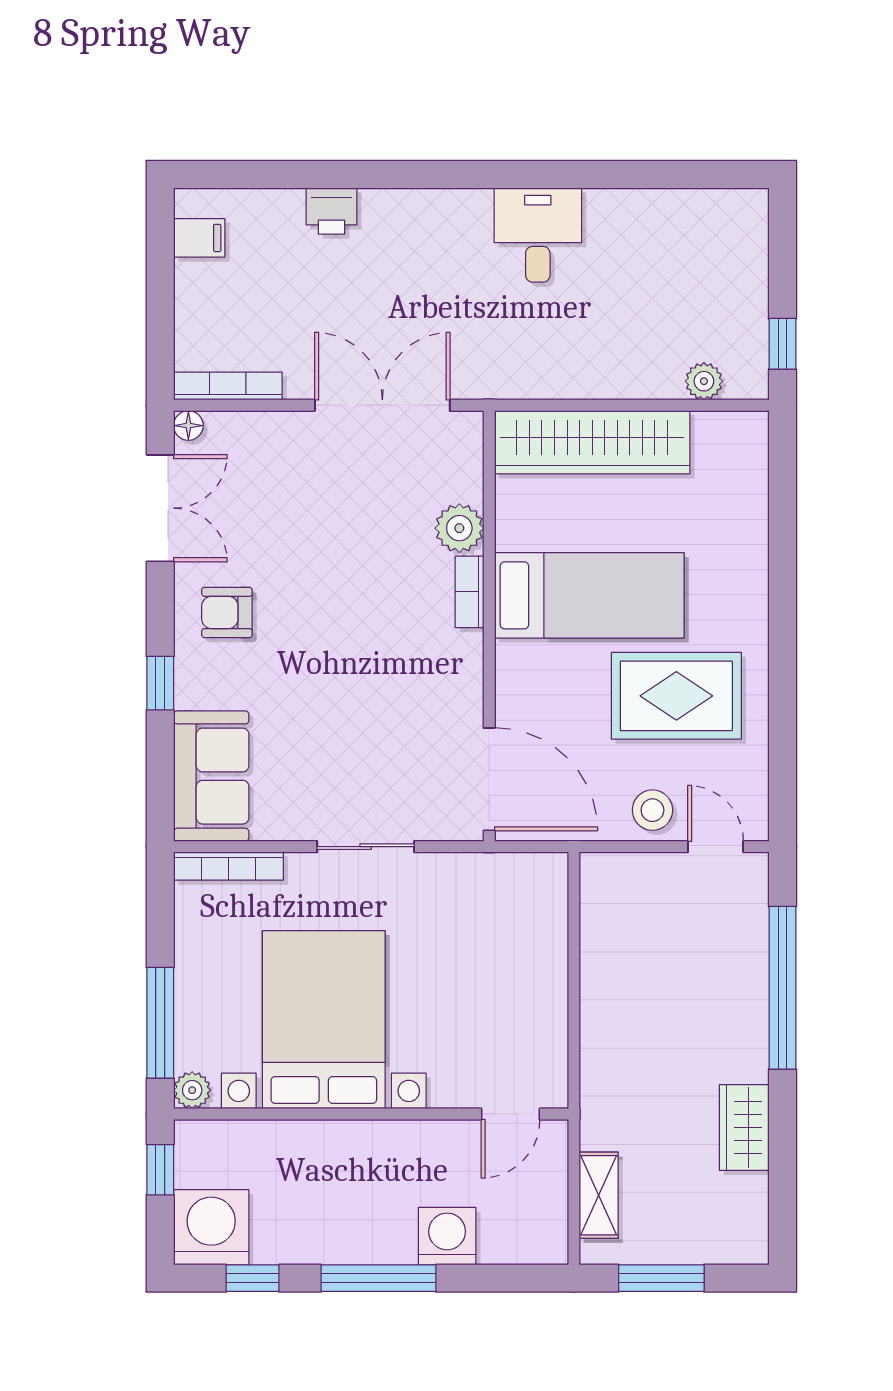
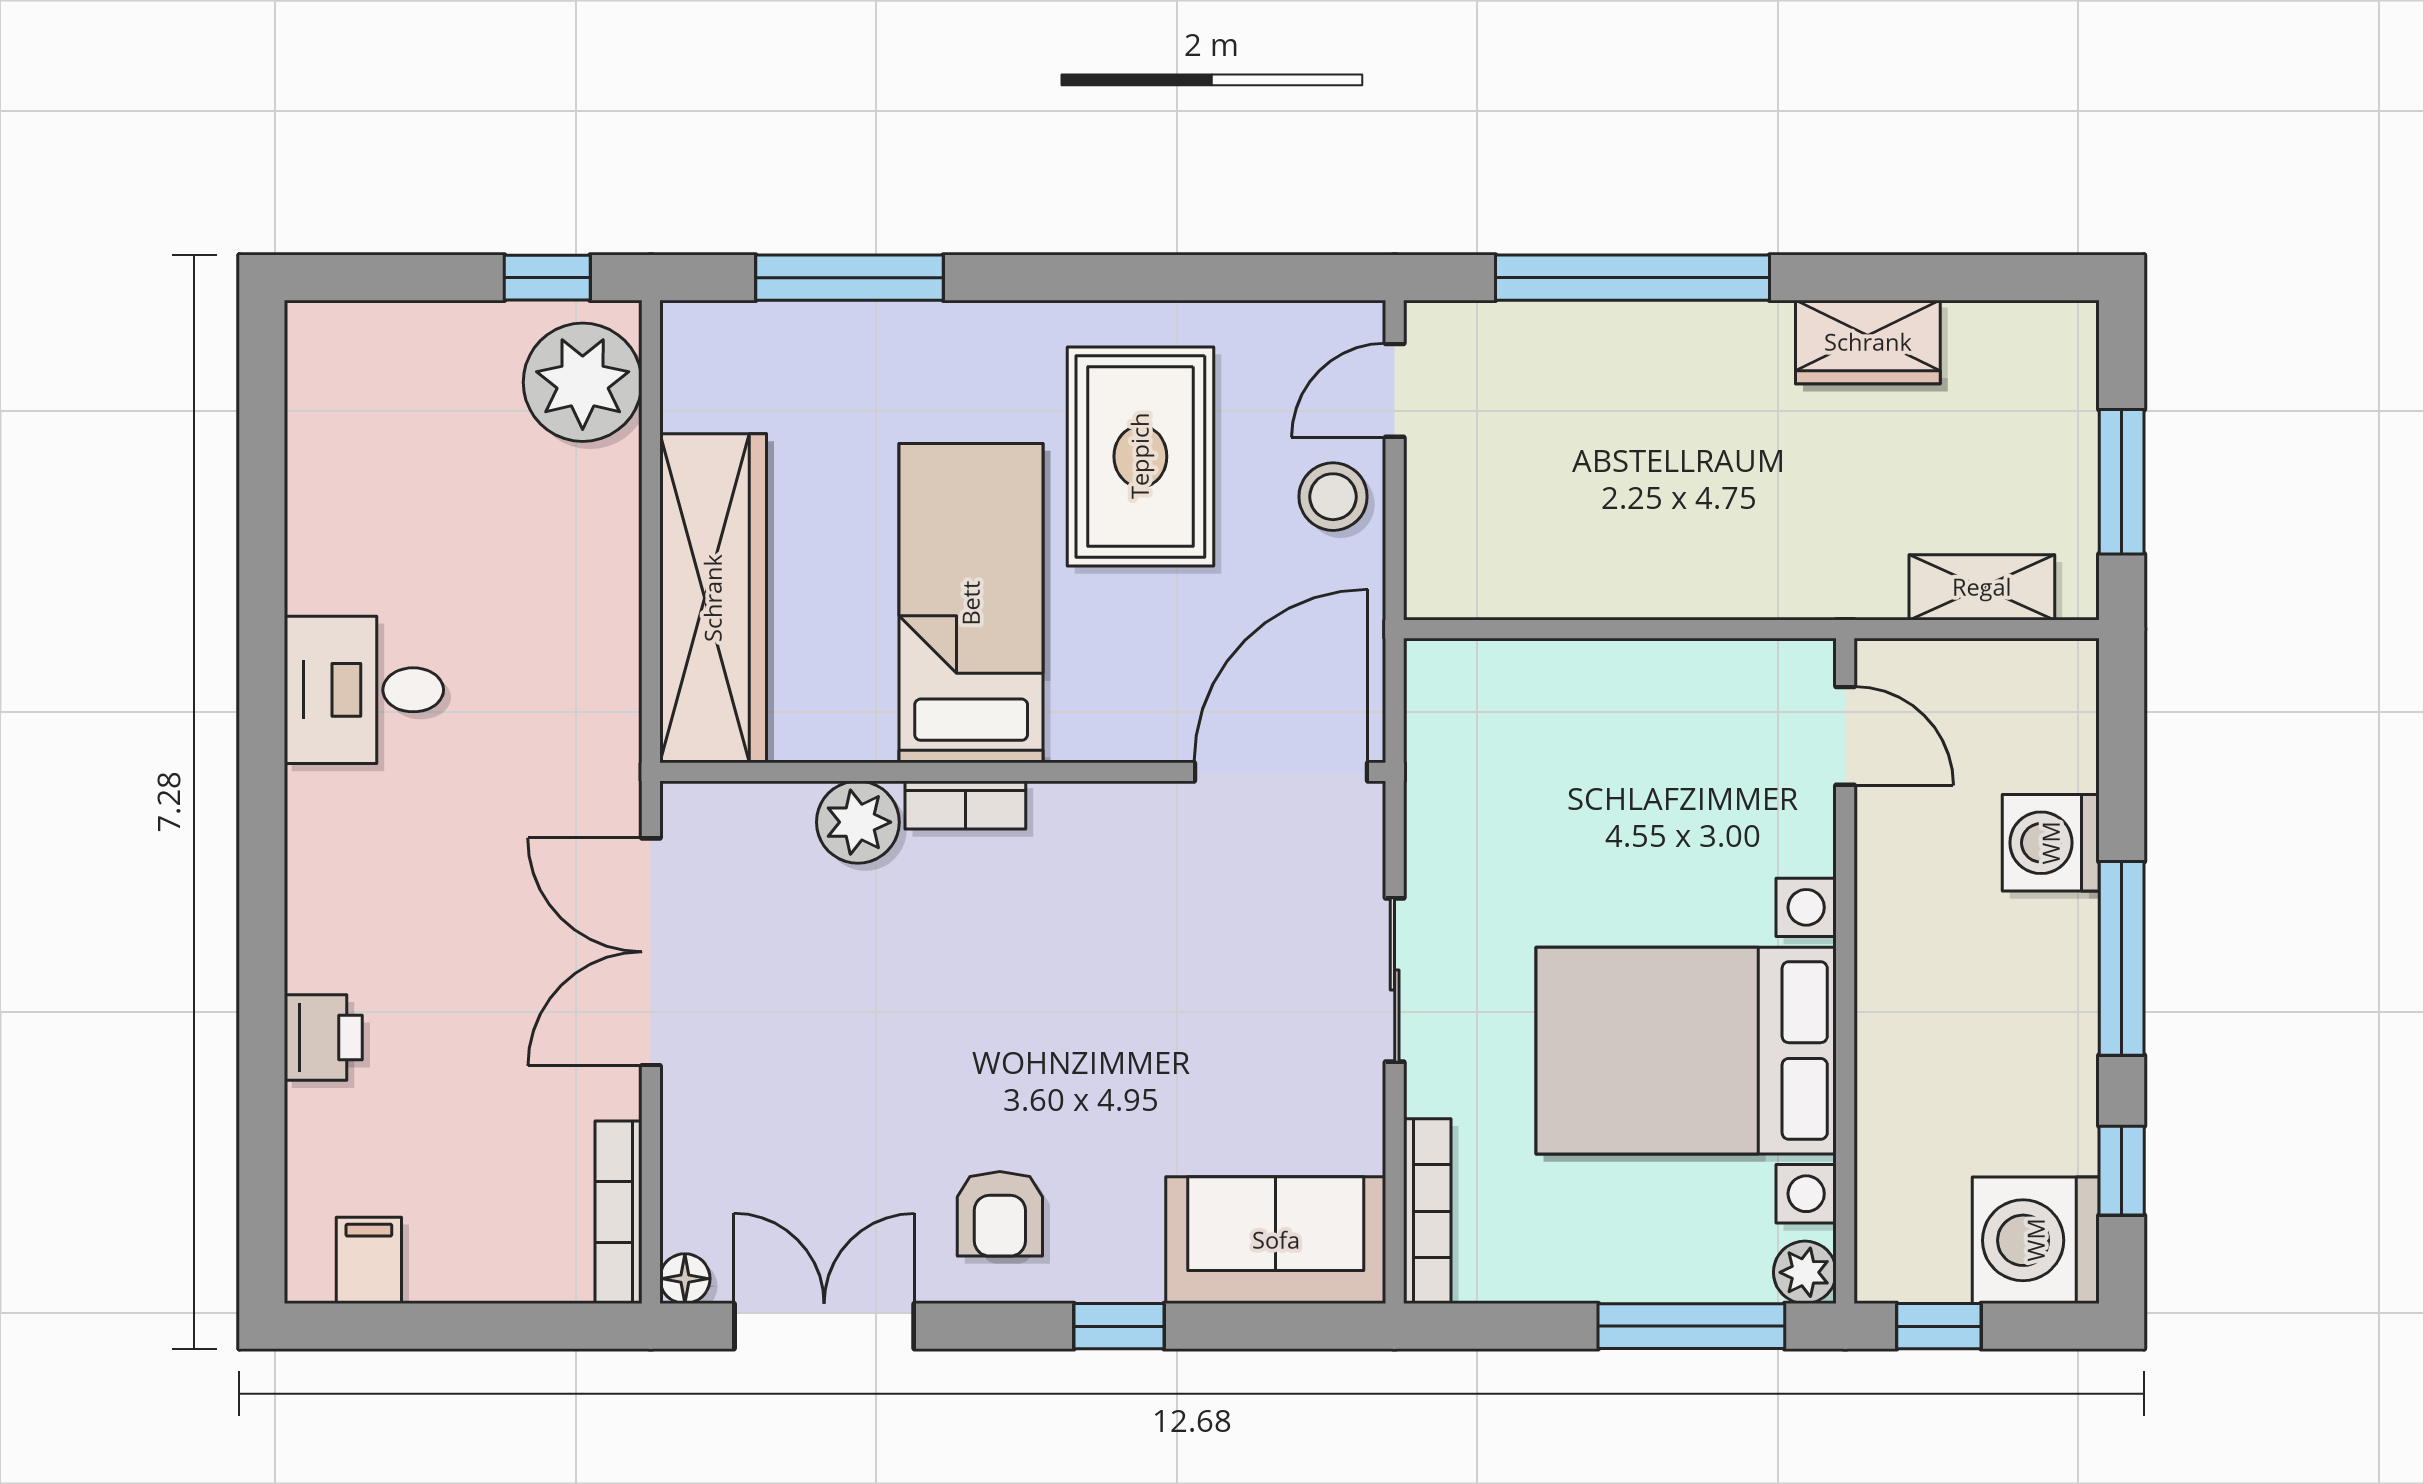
plant: (704, 381) -> (583, 382), width x1.88, depth x1.88
window: (782, 523) -> (850, 278), added

